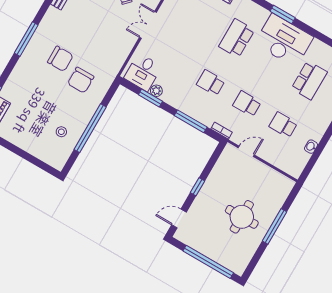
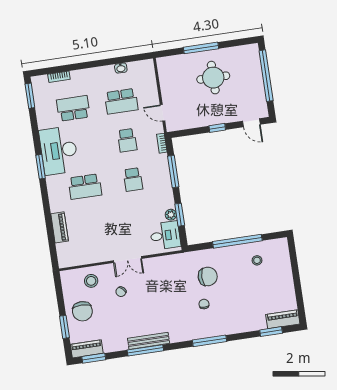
chair: (60, 59) -> (204, 304), width x0.54, depth x0.54
school desk: (283, 125) -> (121, 101), width x1.85

